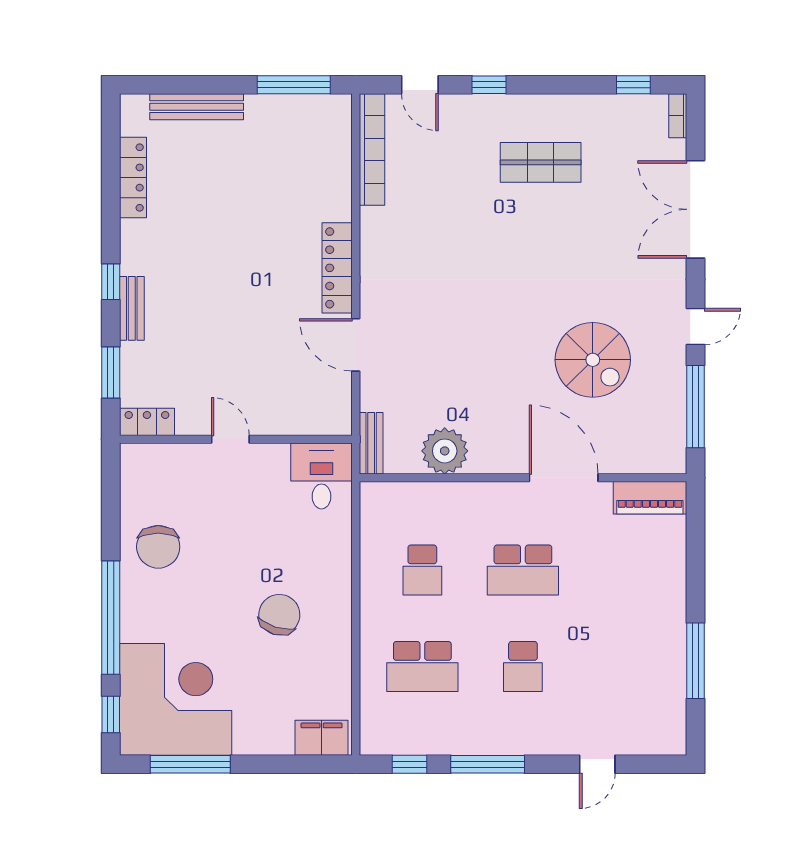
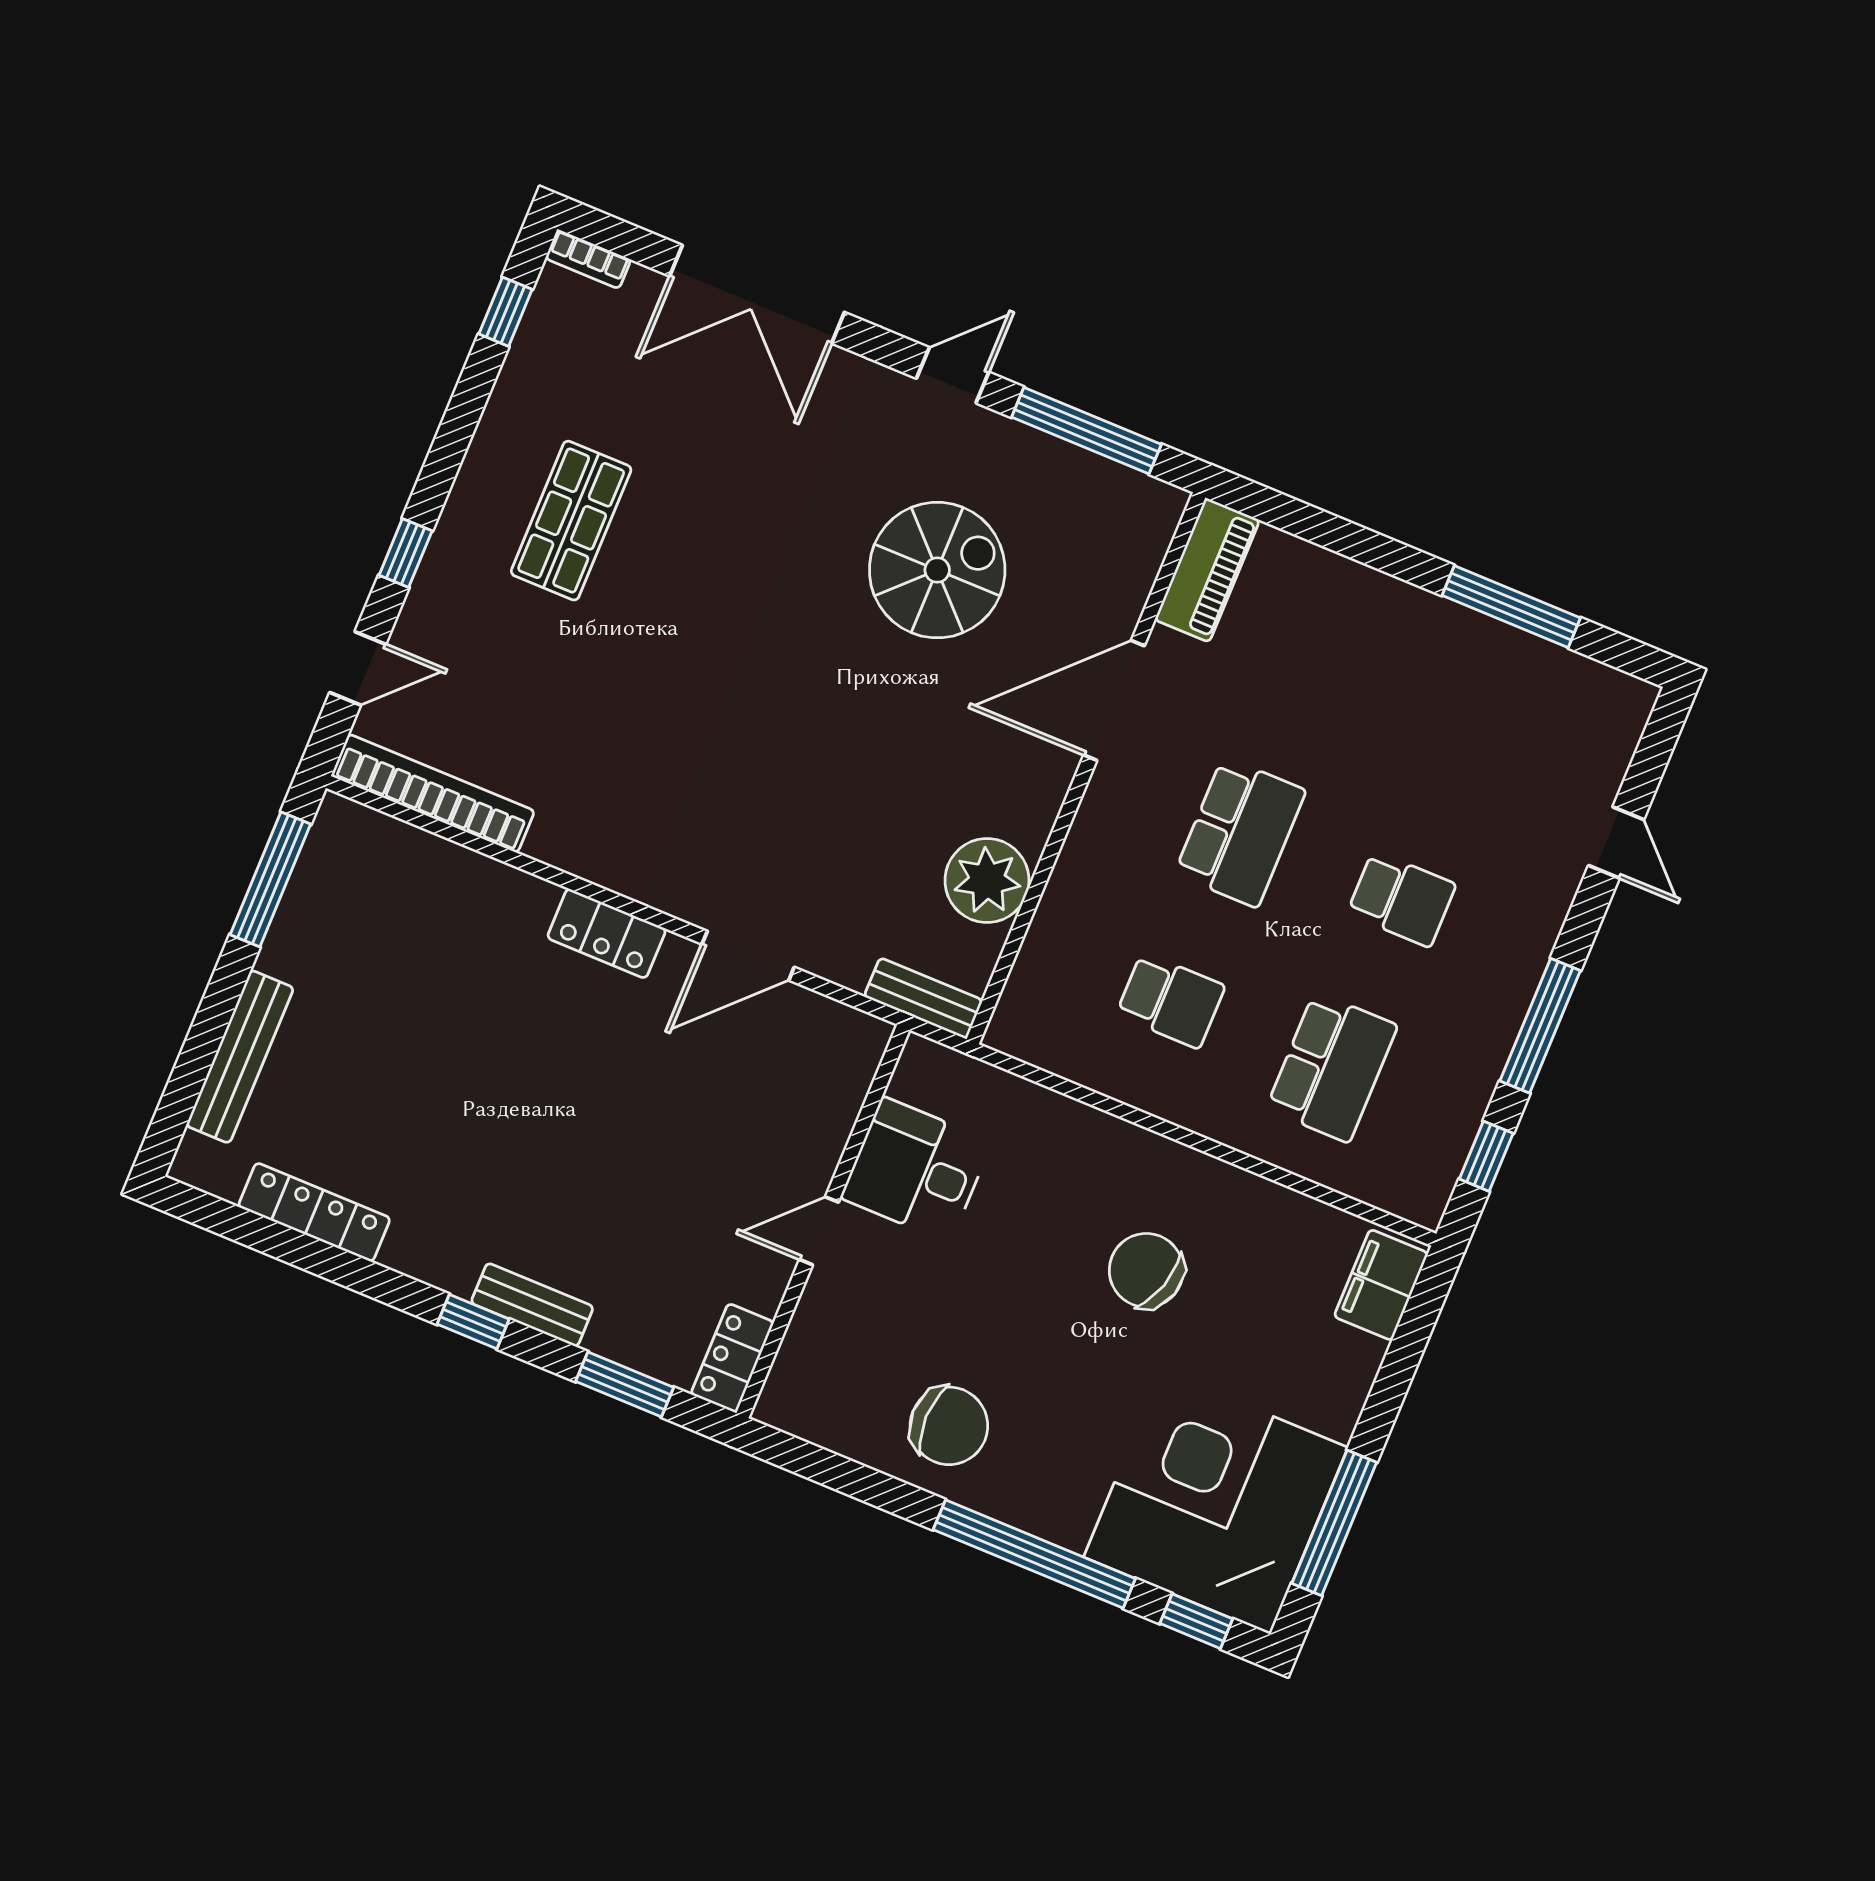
locker: (337, 268) -> (607, 933), width x0.66
door: (695, 326) -> (953, 375), hinge flipped
desk: (321, 476) -> (916, 1170), moved

